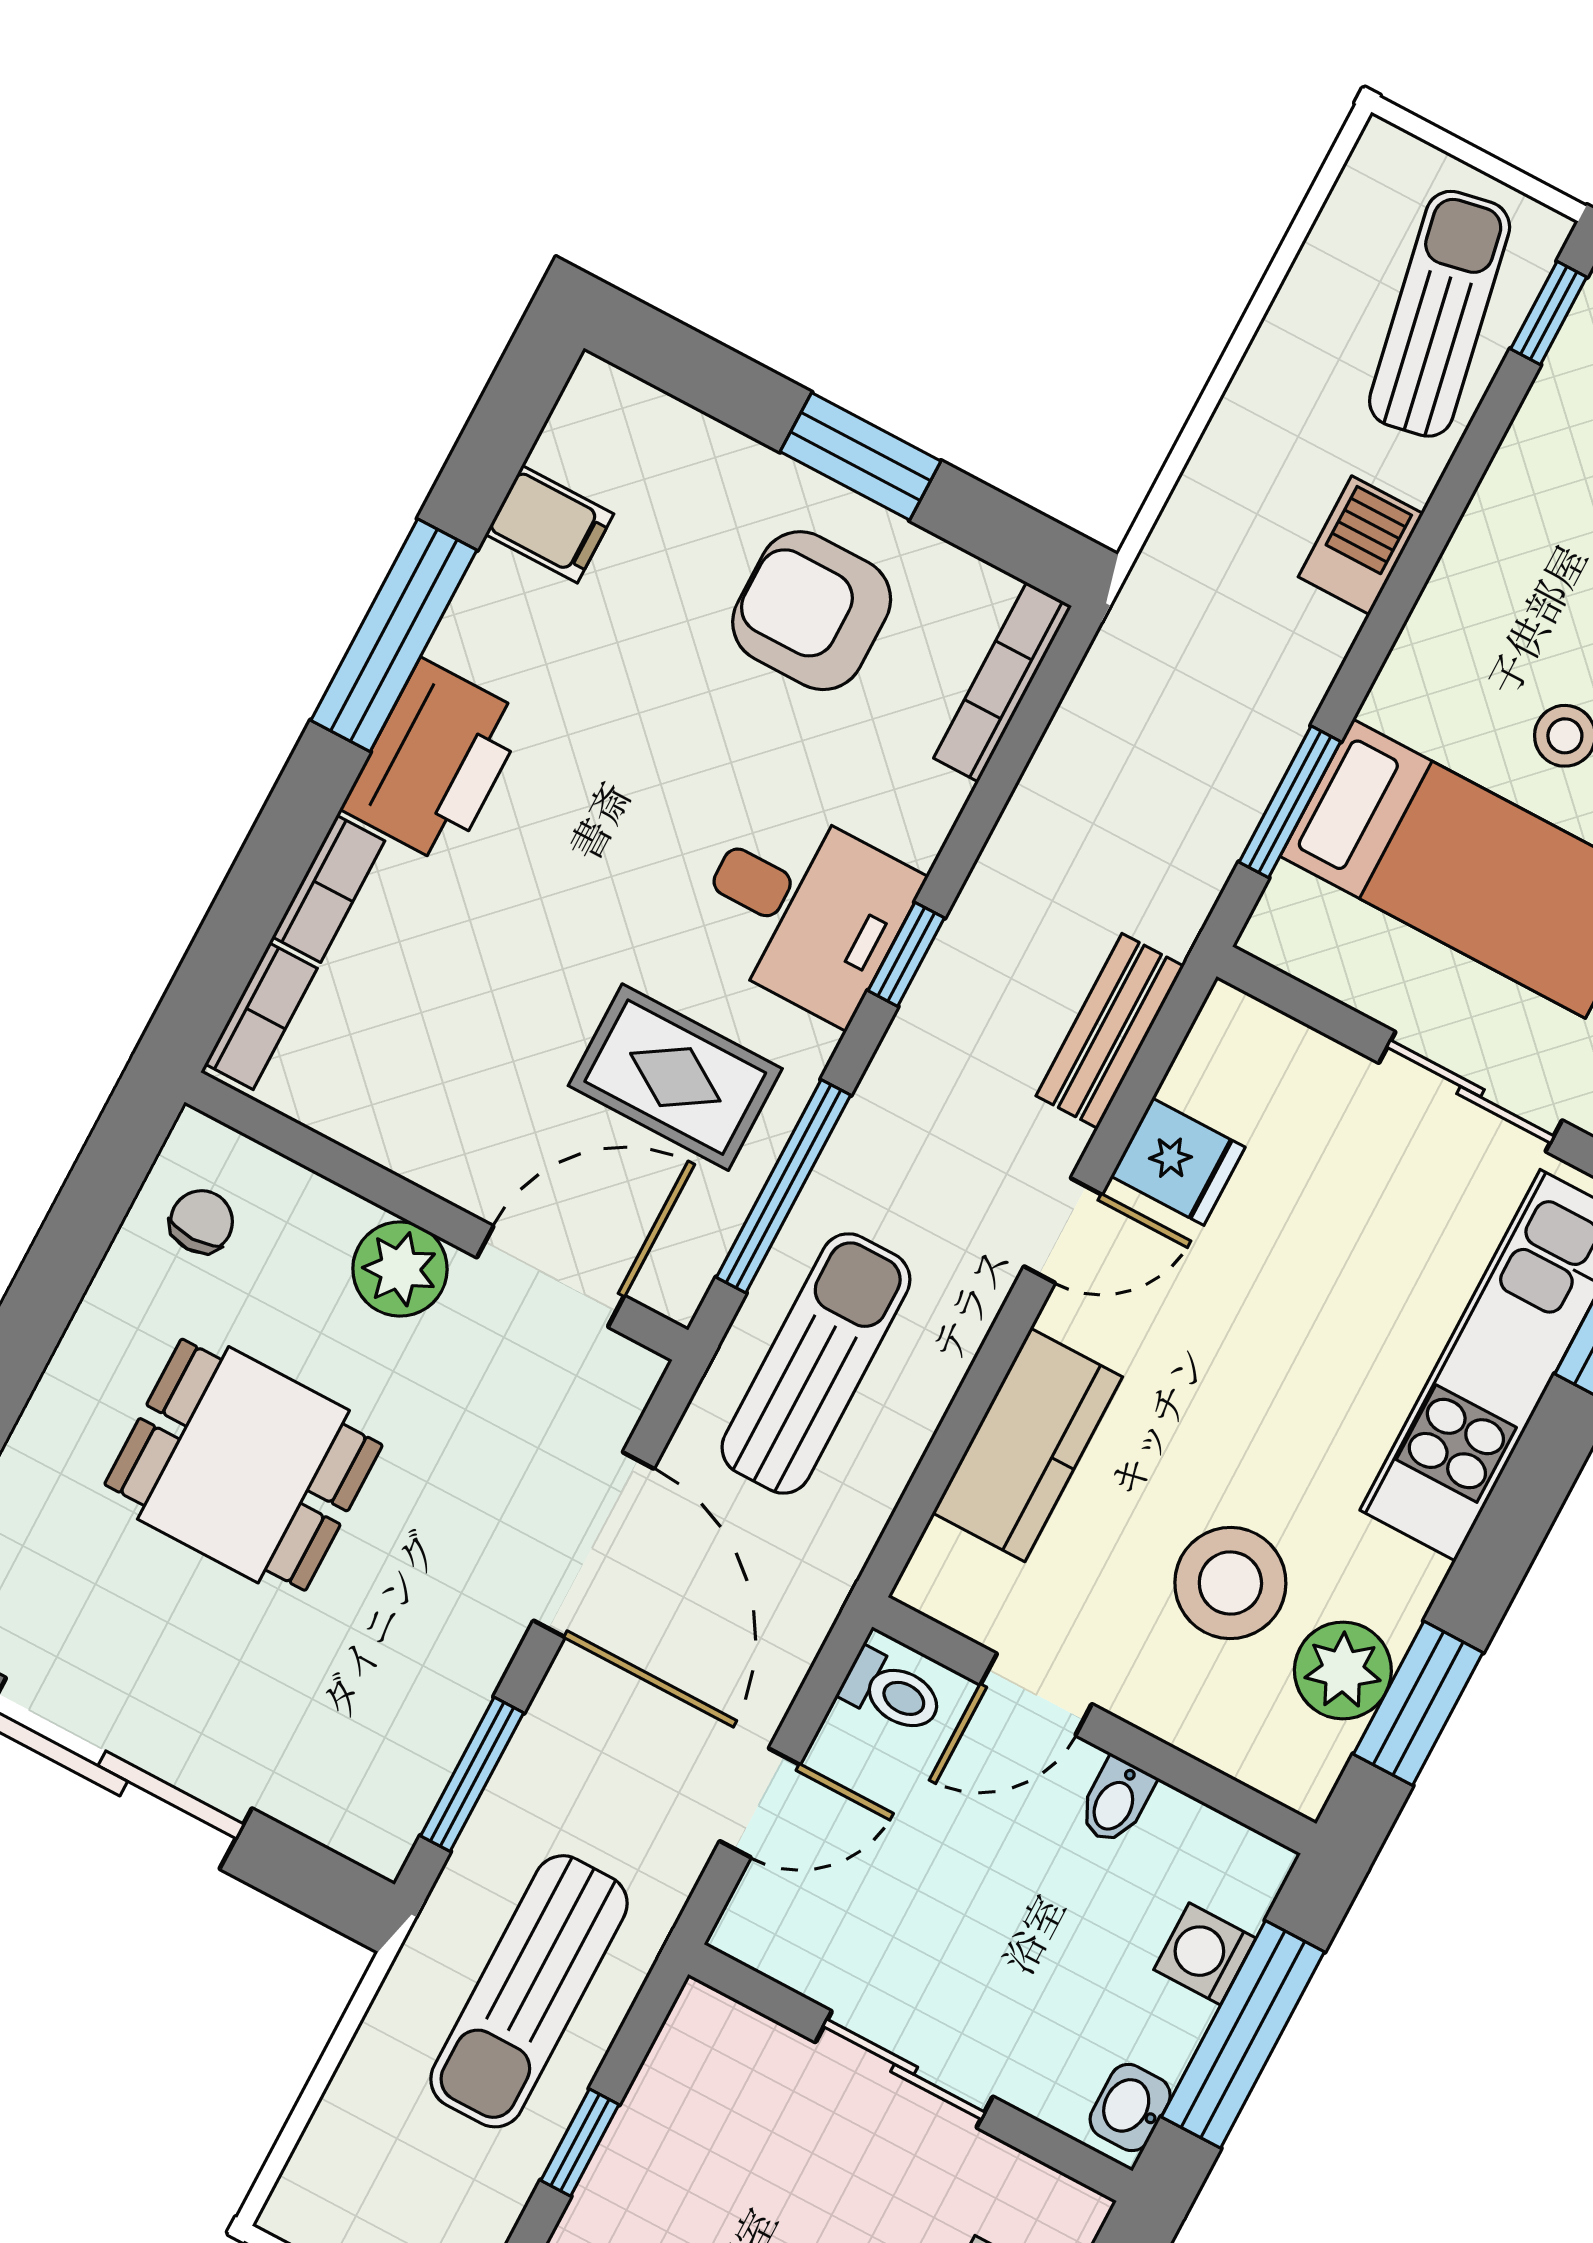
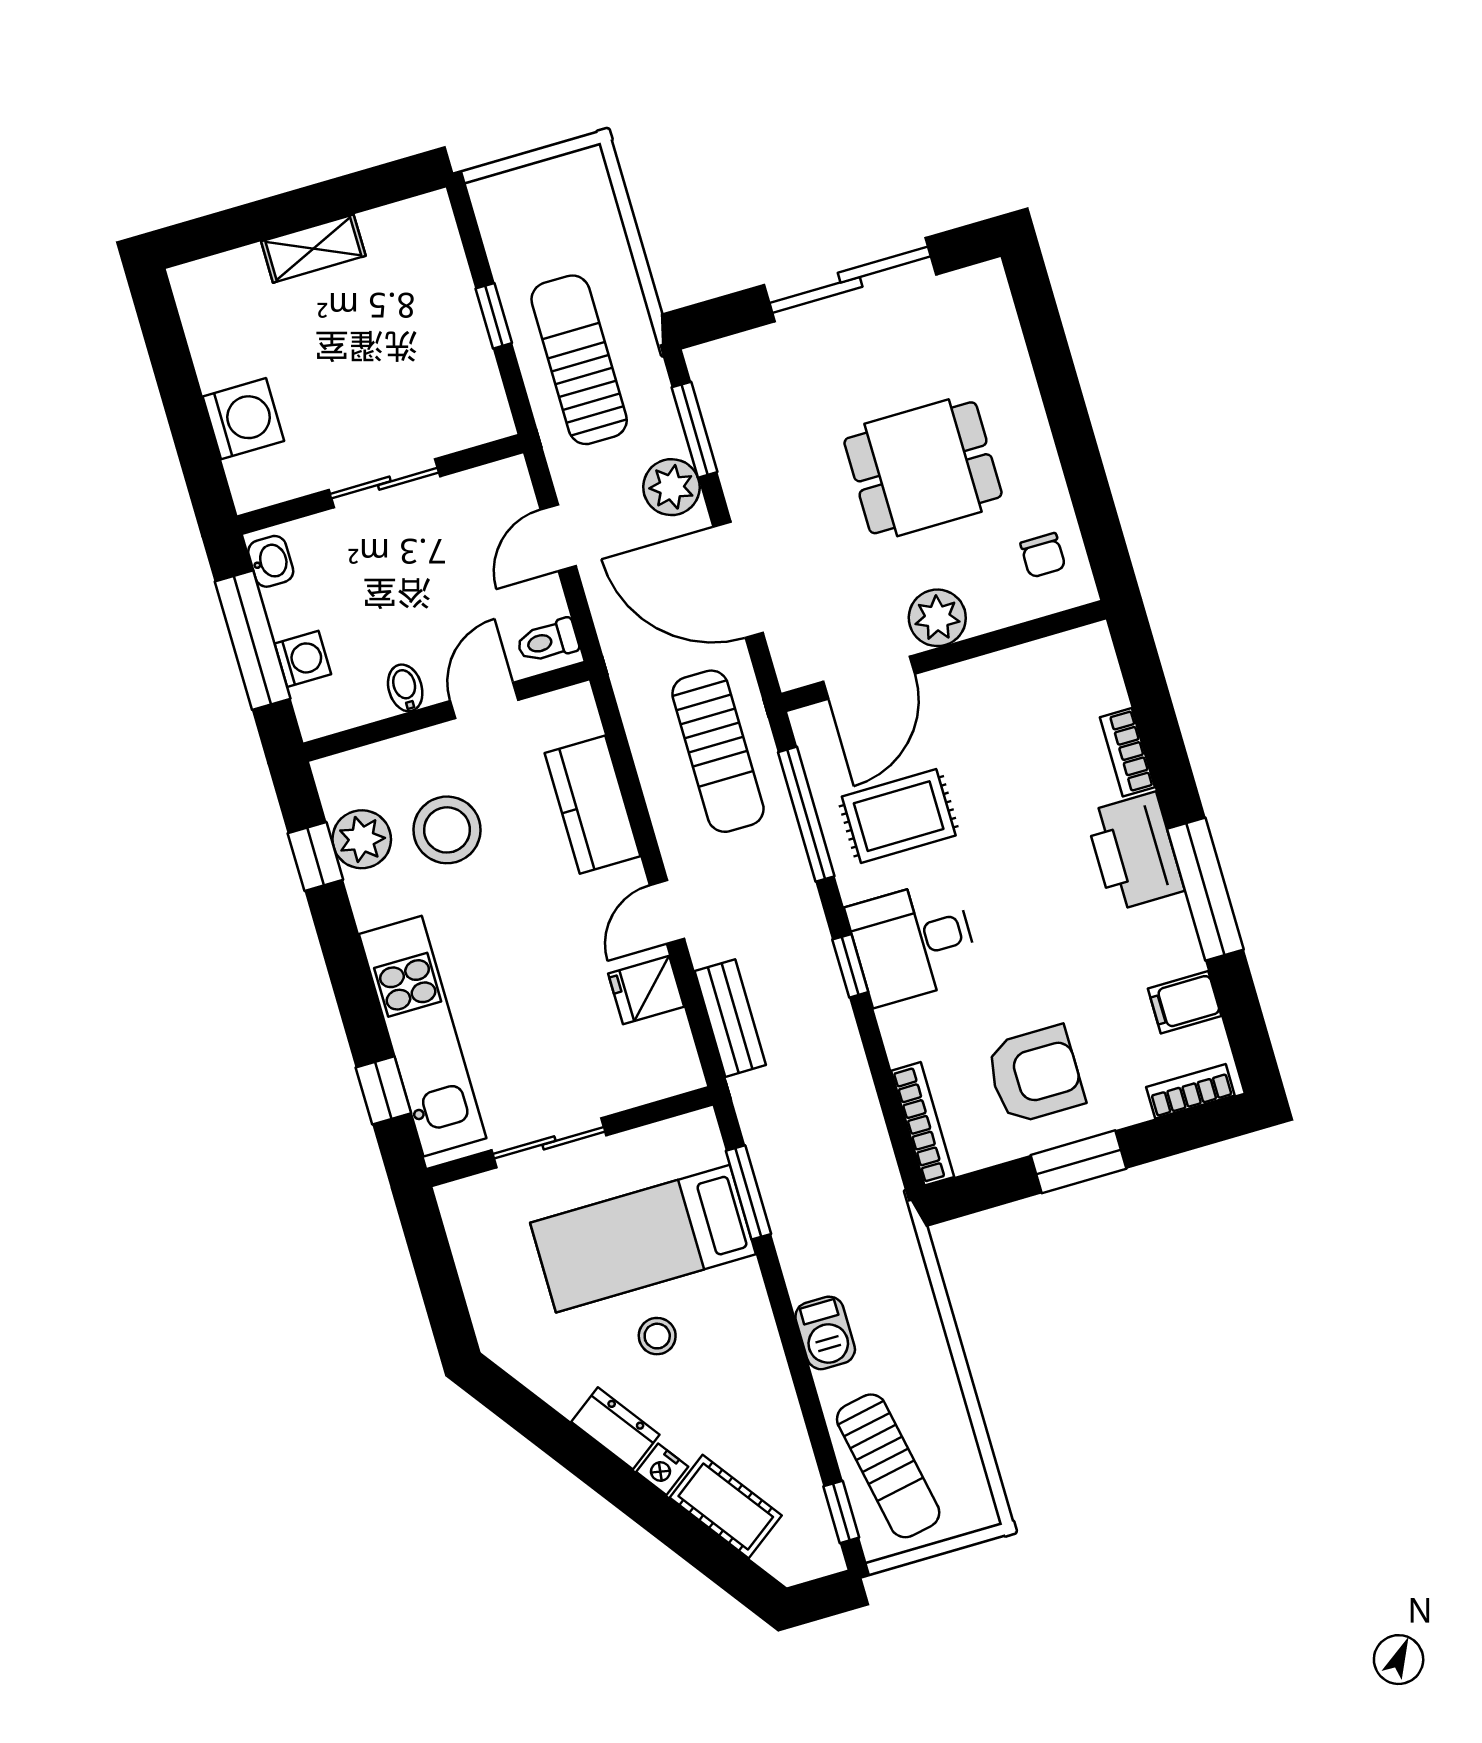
bookcase: (261, 1016) -> (1190, 1091), moved, turned 90
window: (1418, 1703) -> (315, 857), width x0.67
plant: (566, 1733) -> (671, 487), added

